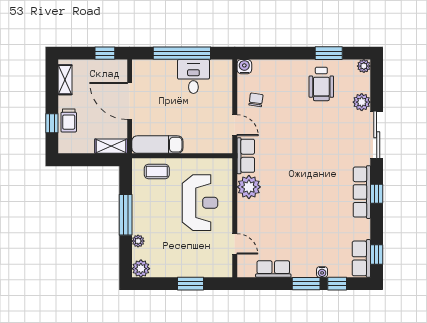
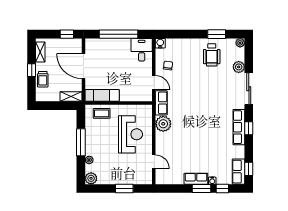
desk: (193, 76) -> (142, 50), moved
window: (52, 123) -> (32, 70), moved
row of seats: (273, 269) -> (196, 179), moved

